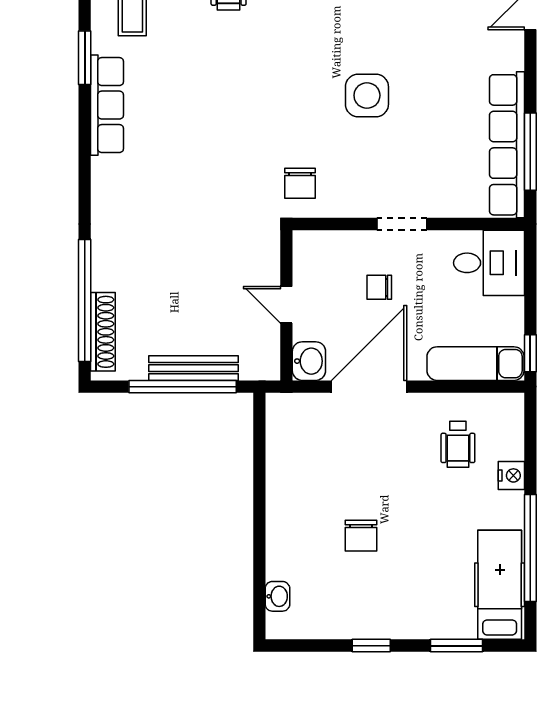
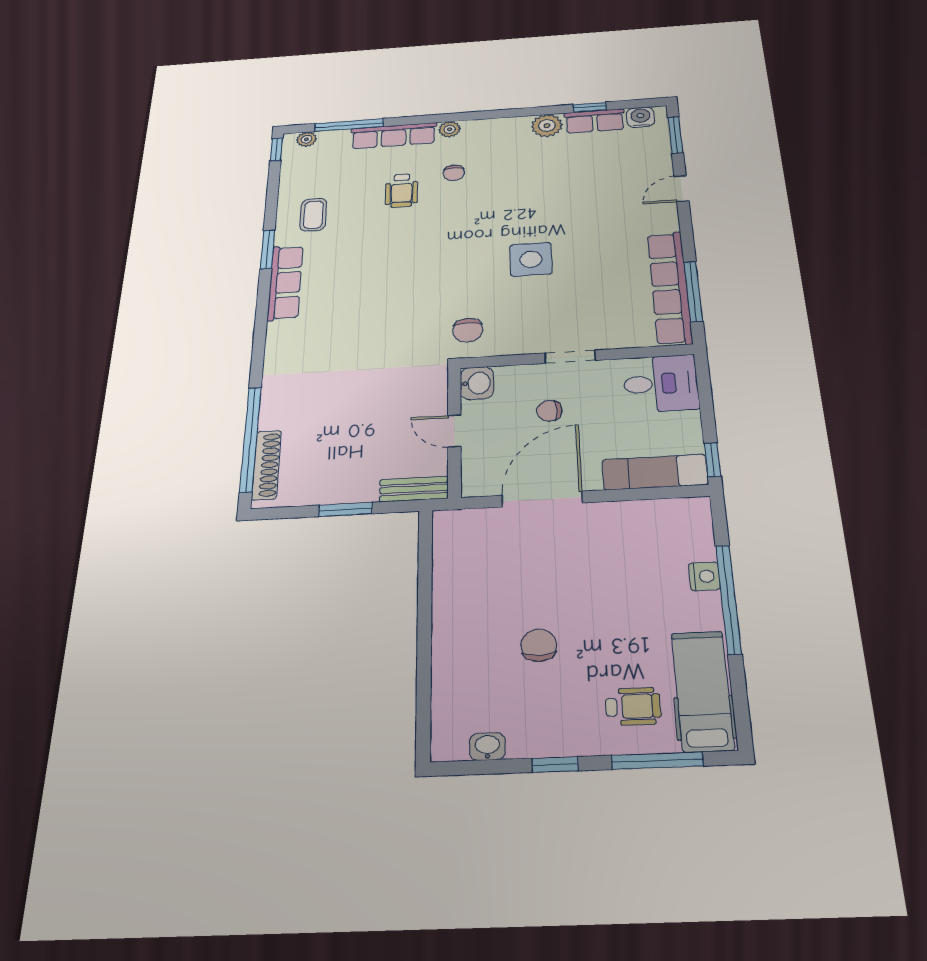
washbasin: (309, 361) -> (477, 383), moved
bench: (194, 368) -> (414, 489), moved, width x0.73
window: (183, 387) -> (345, 509), width x0.47
wheelchair: (458, 444) -> (633, 706), moved, turned -90
chair: (361, 536) -> (539, 645), turned 180
window: (530, 548) -> (728, 599), moved
washbasin: (277, 596) -> (487, 746), moved, turned -90
window: (456, 646) -> (657, 761), width x1.44

